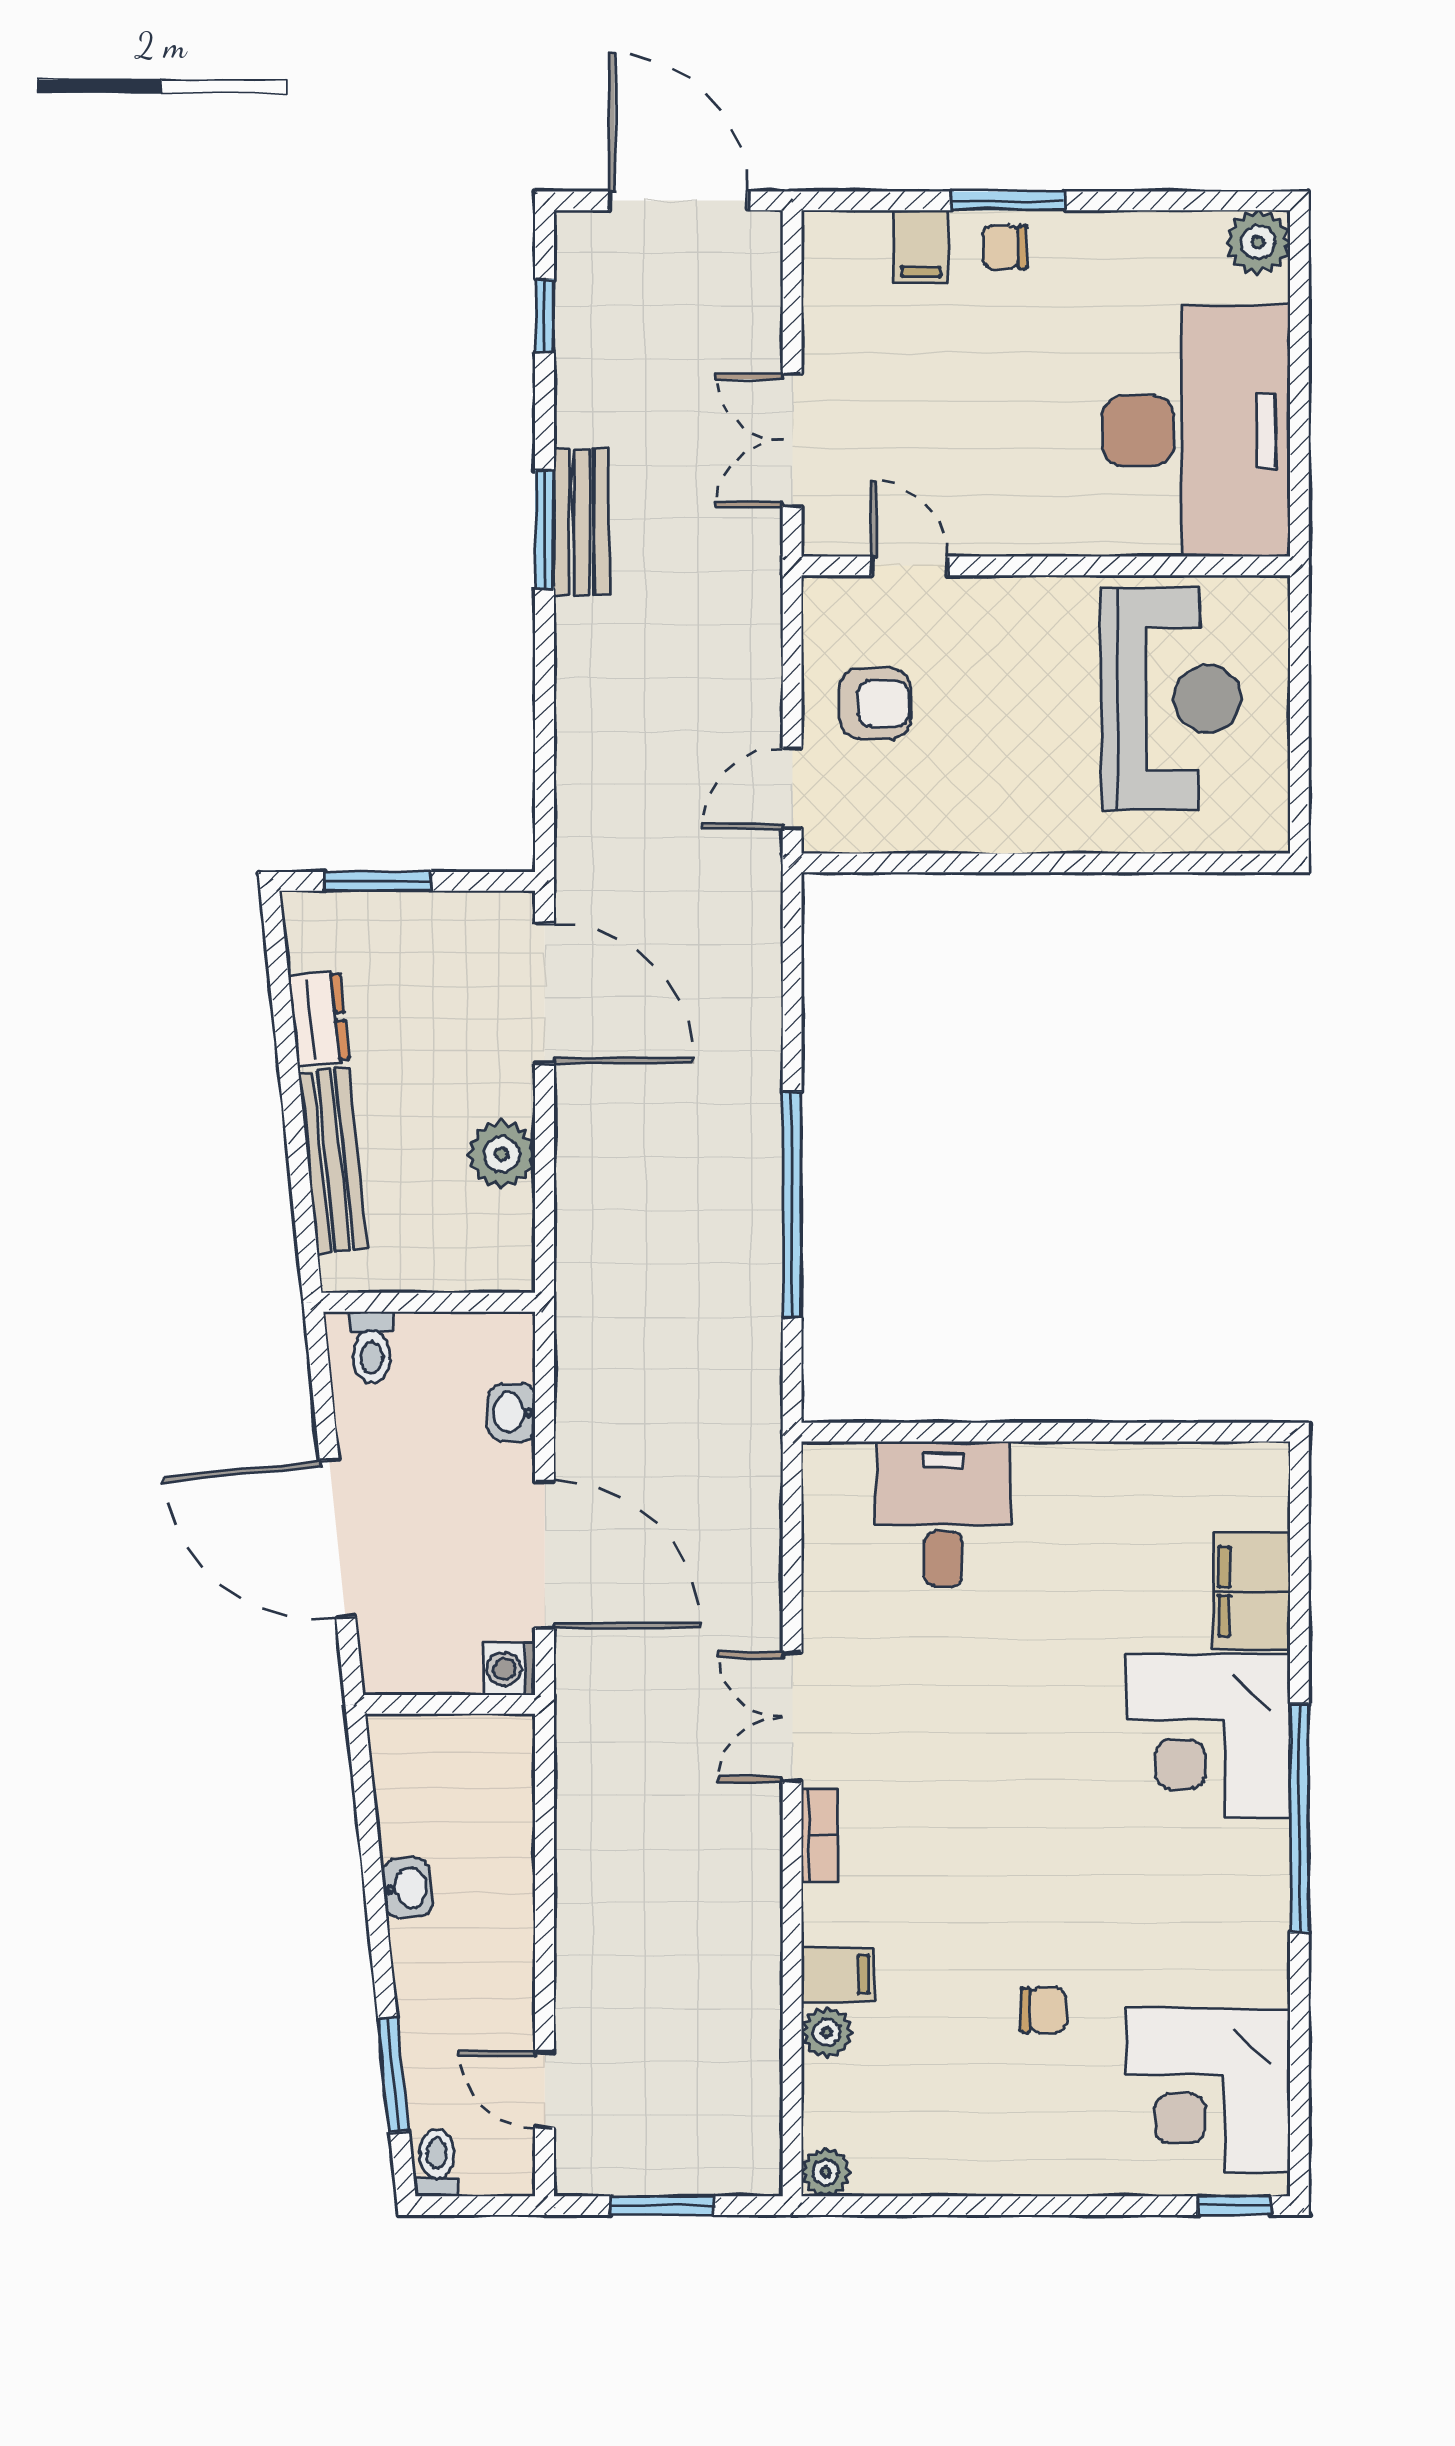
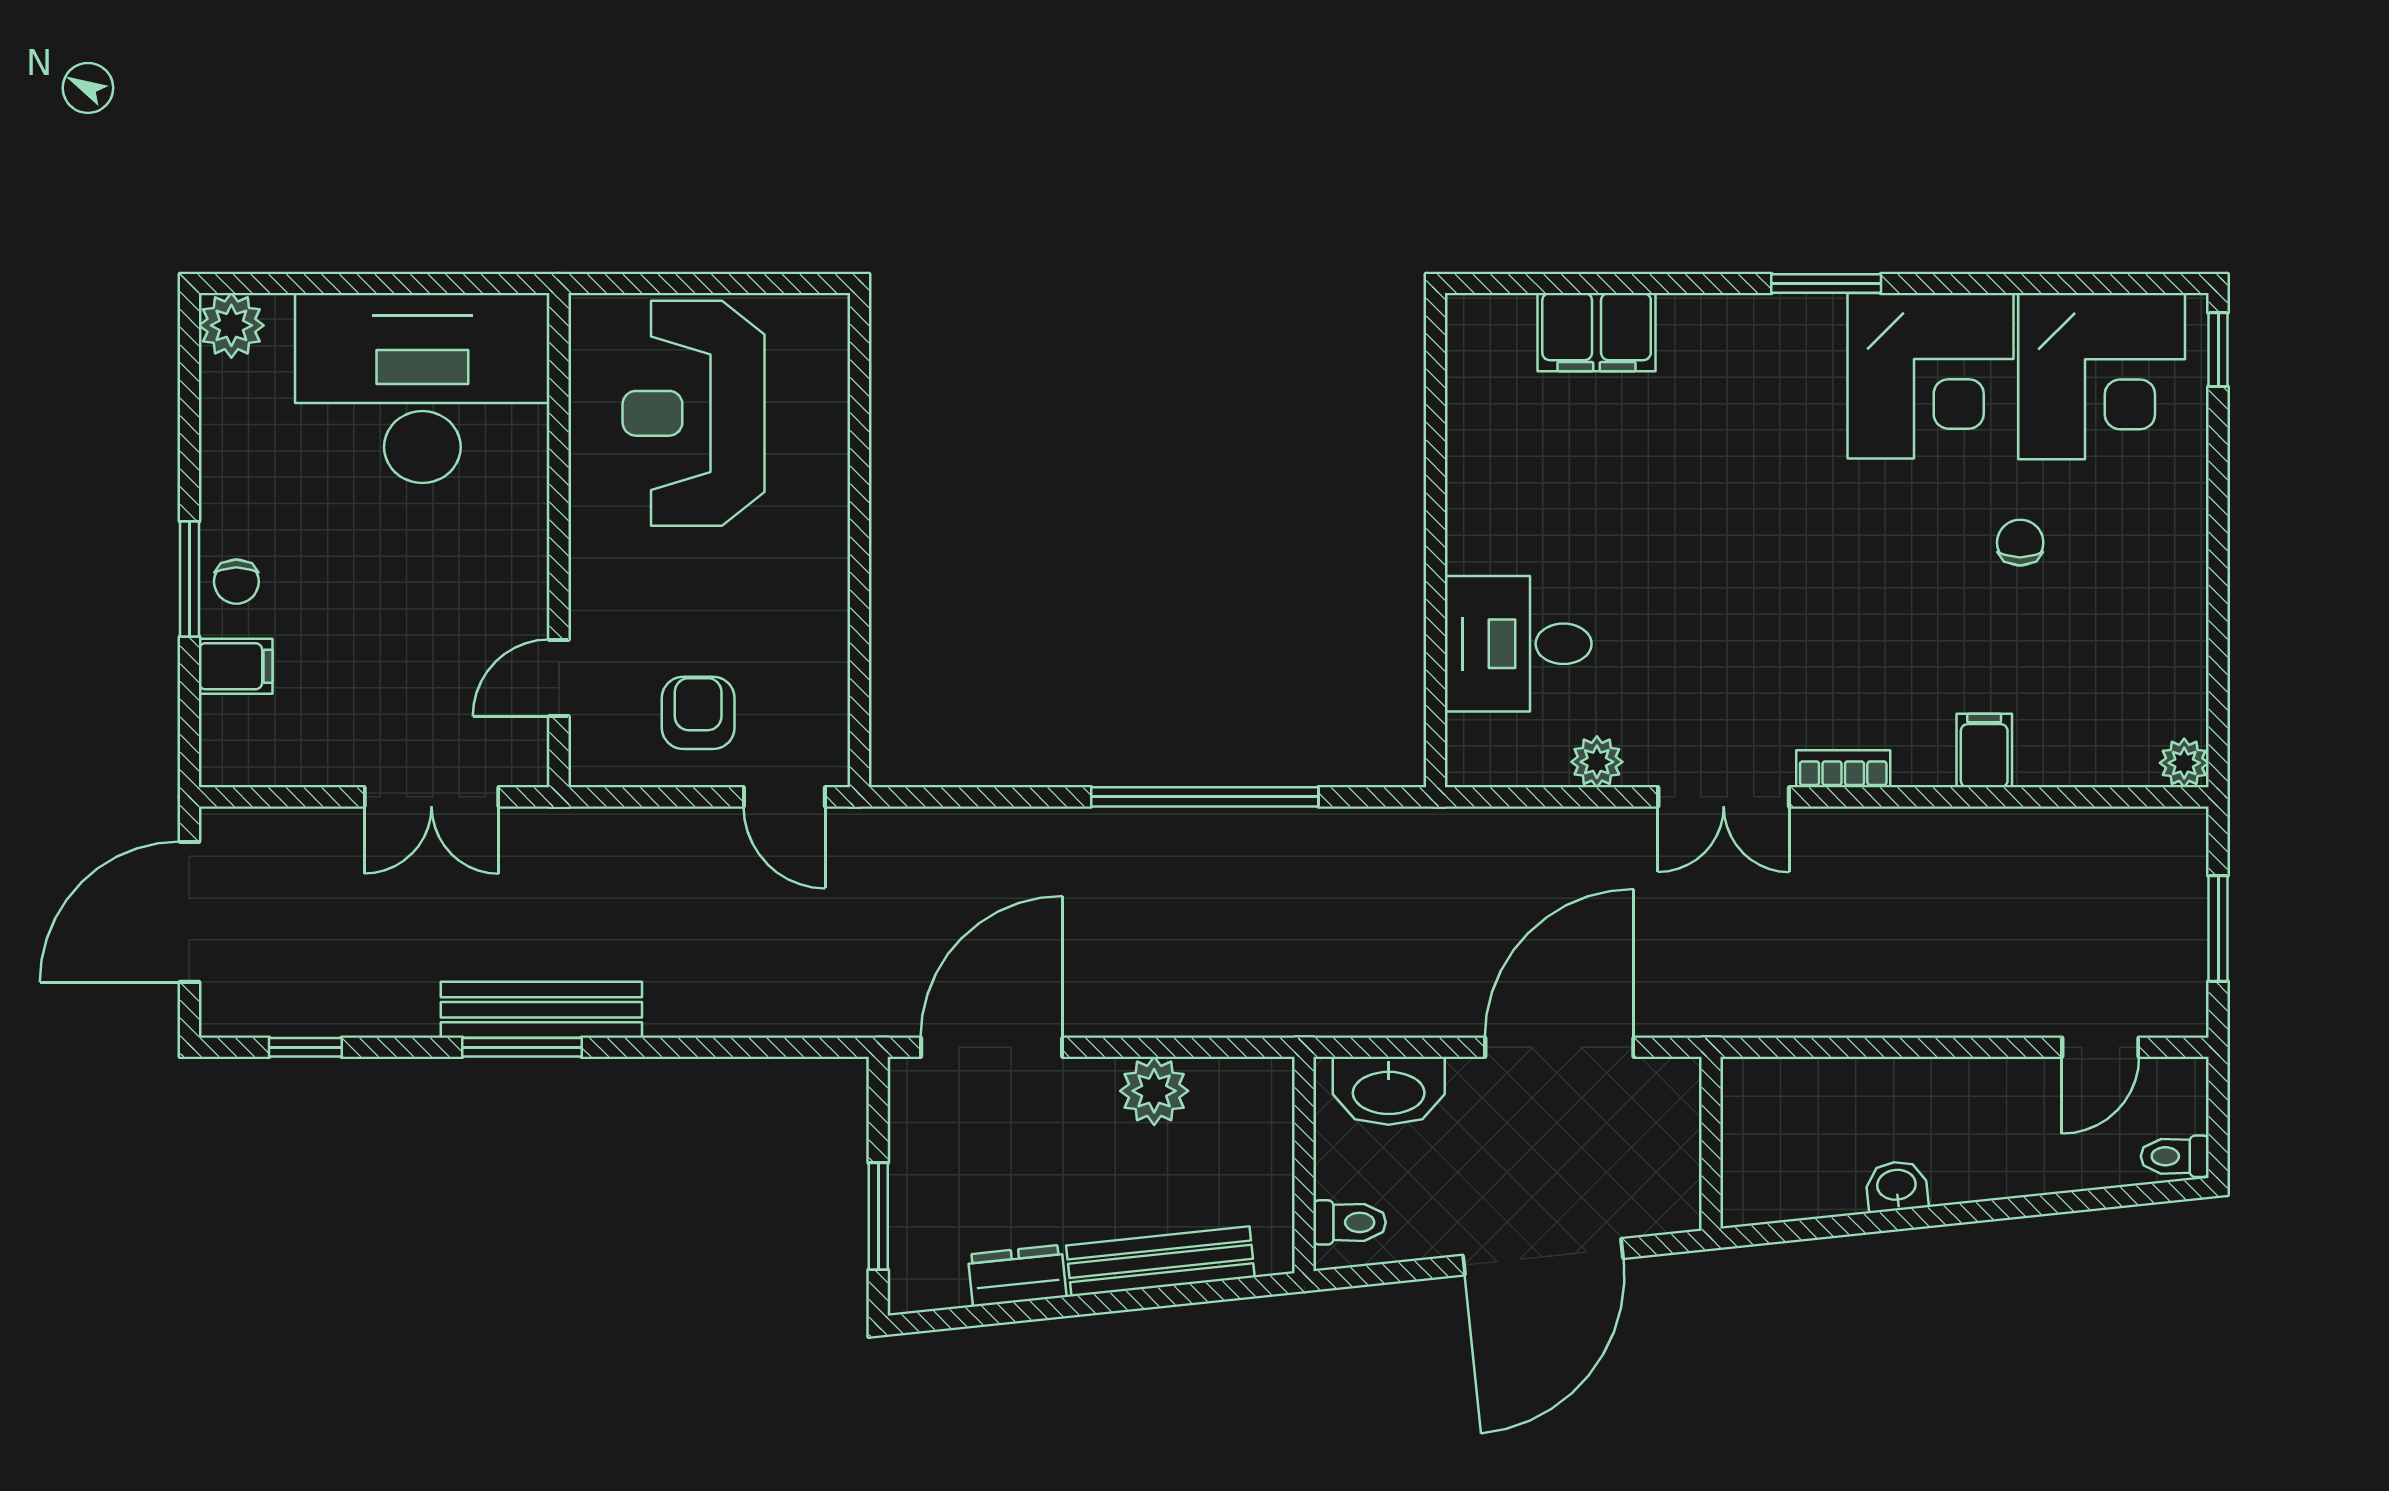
bench: (582, 522) -> (541, 1010), width x1.36
reception desk: (1171, 699) -> (694, 413), turned -90
washbasin: (512, 1412) -> (1389, 1091), width x1.91, depth x1.45
washing machine: (509, 1669) -> (1675, 1083), removed
corner desk: (1208, 1736) -> (1930, 376), moved
window: (1299, 1818) -> (1826, 283), width x0.47
plant: (827, 2032) -> (1597, 762), moved
window: (393, 2075) -> (2086, 1200), removed

